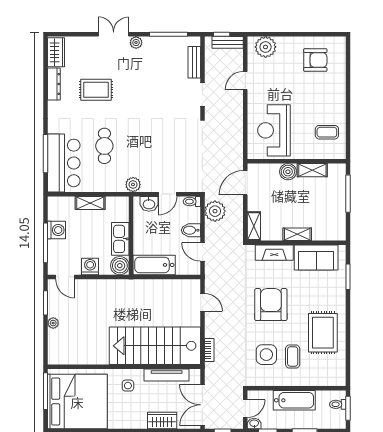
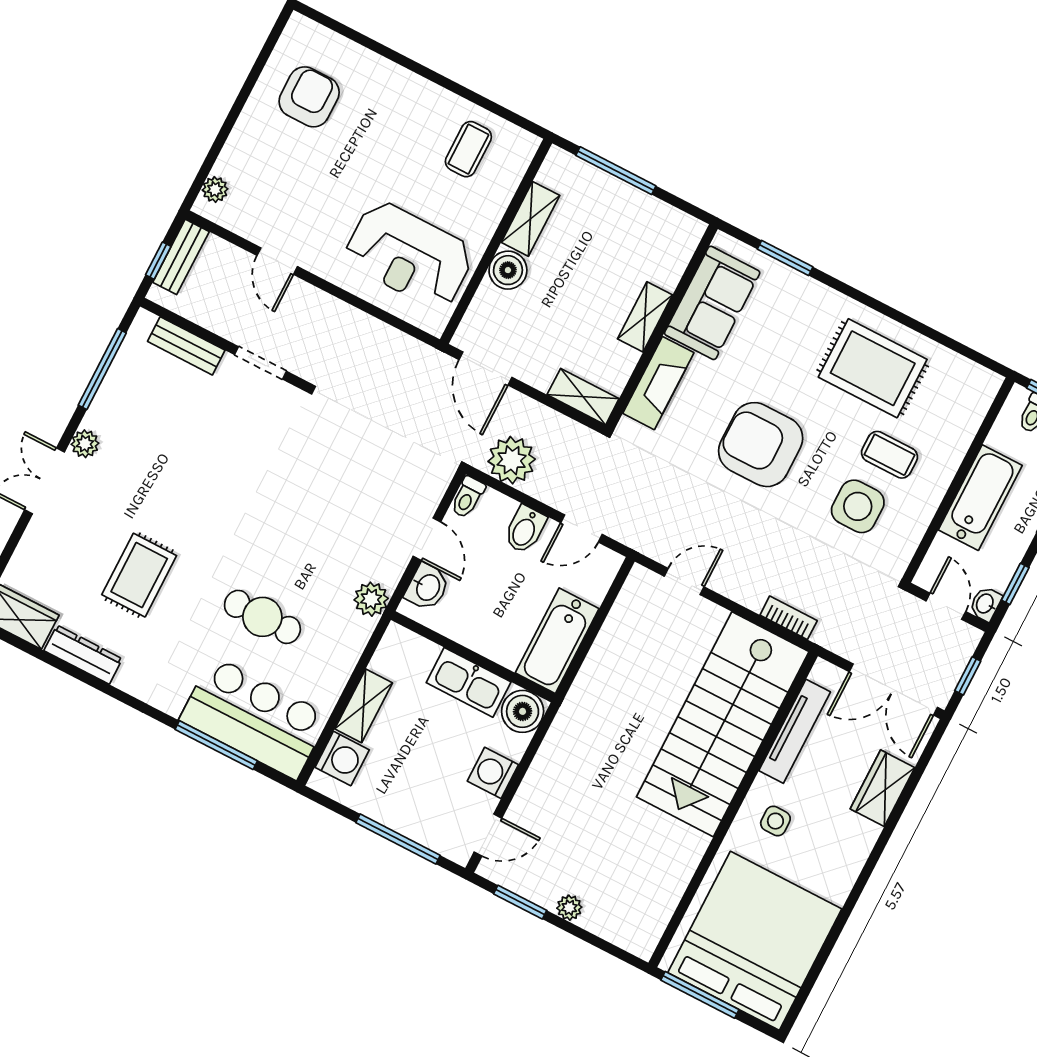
plant: (266, 47) -> (215, 189), width x0.53, depth x0.53
washing machine: (56, 230) -> (342, 759), moved, turned 90

